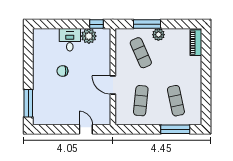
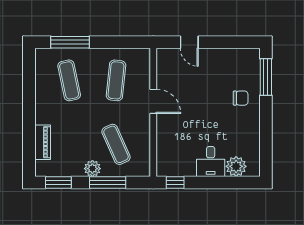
window: (184, 24) -> (58, 183), added
plant: (89, 36) -> (236, 166), moved
piano: (196, 43) -> (43, 142), moved
chair: (62, 71) -> (241, 98), moved

